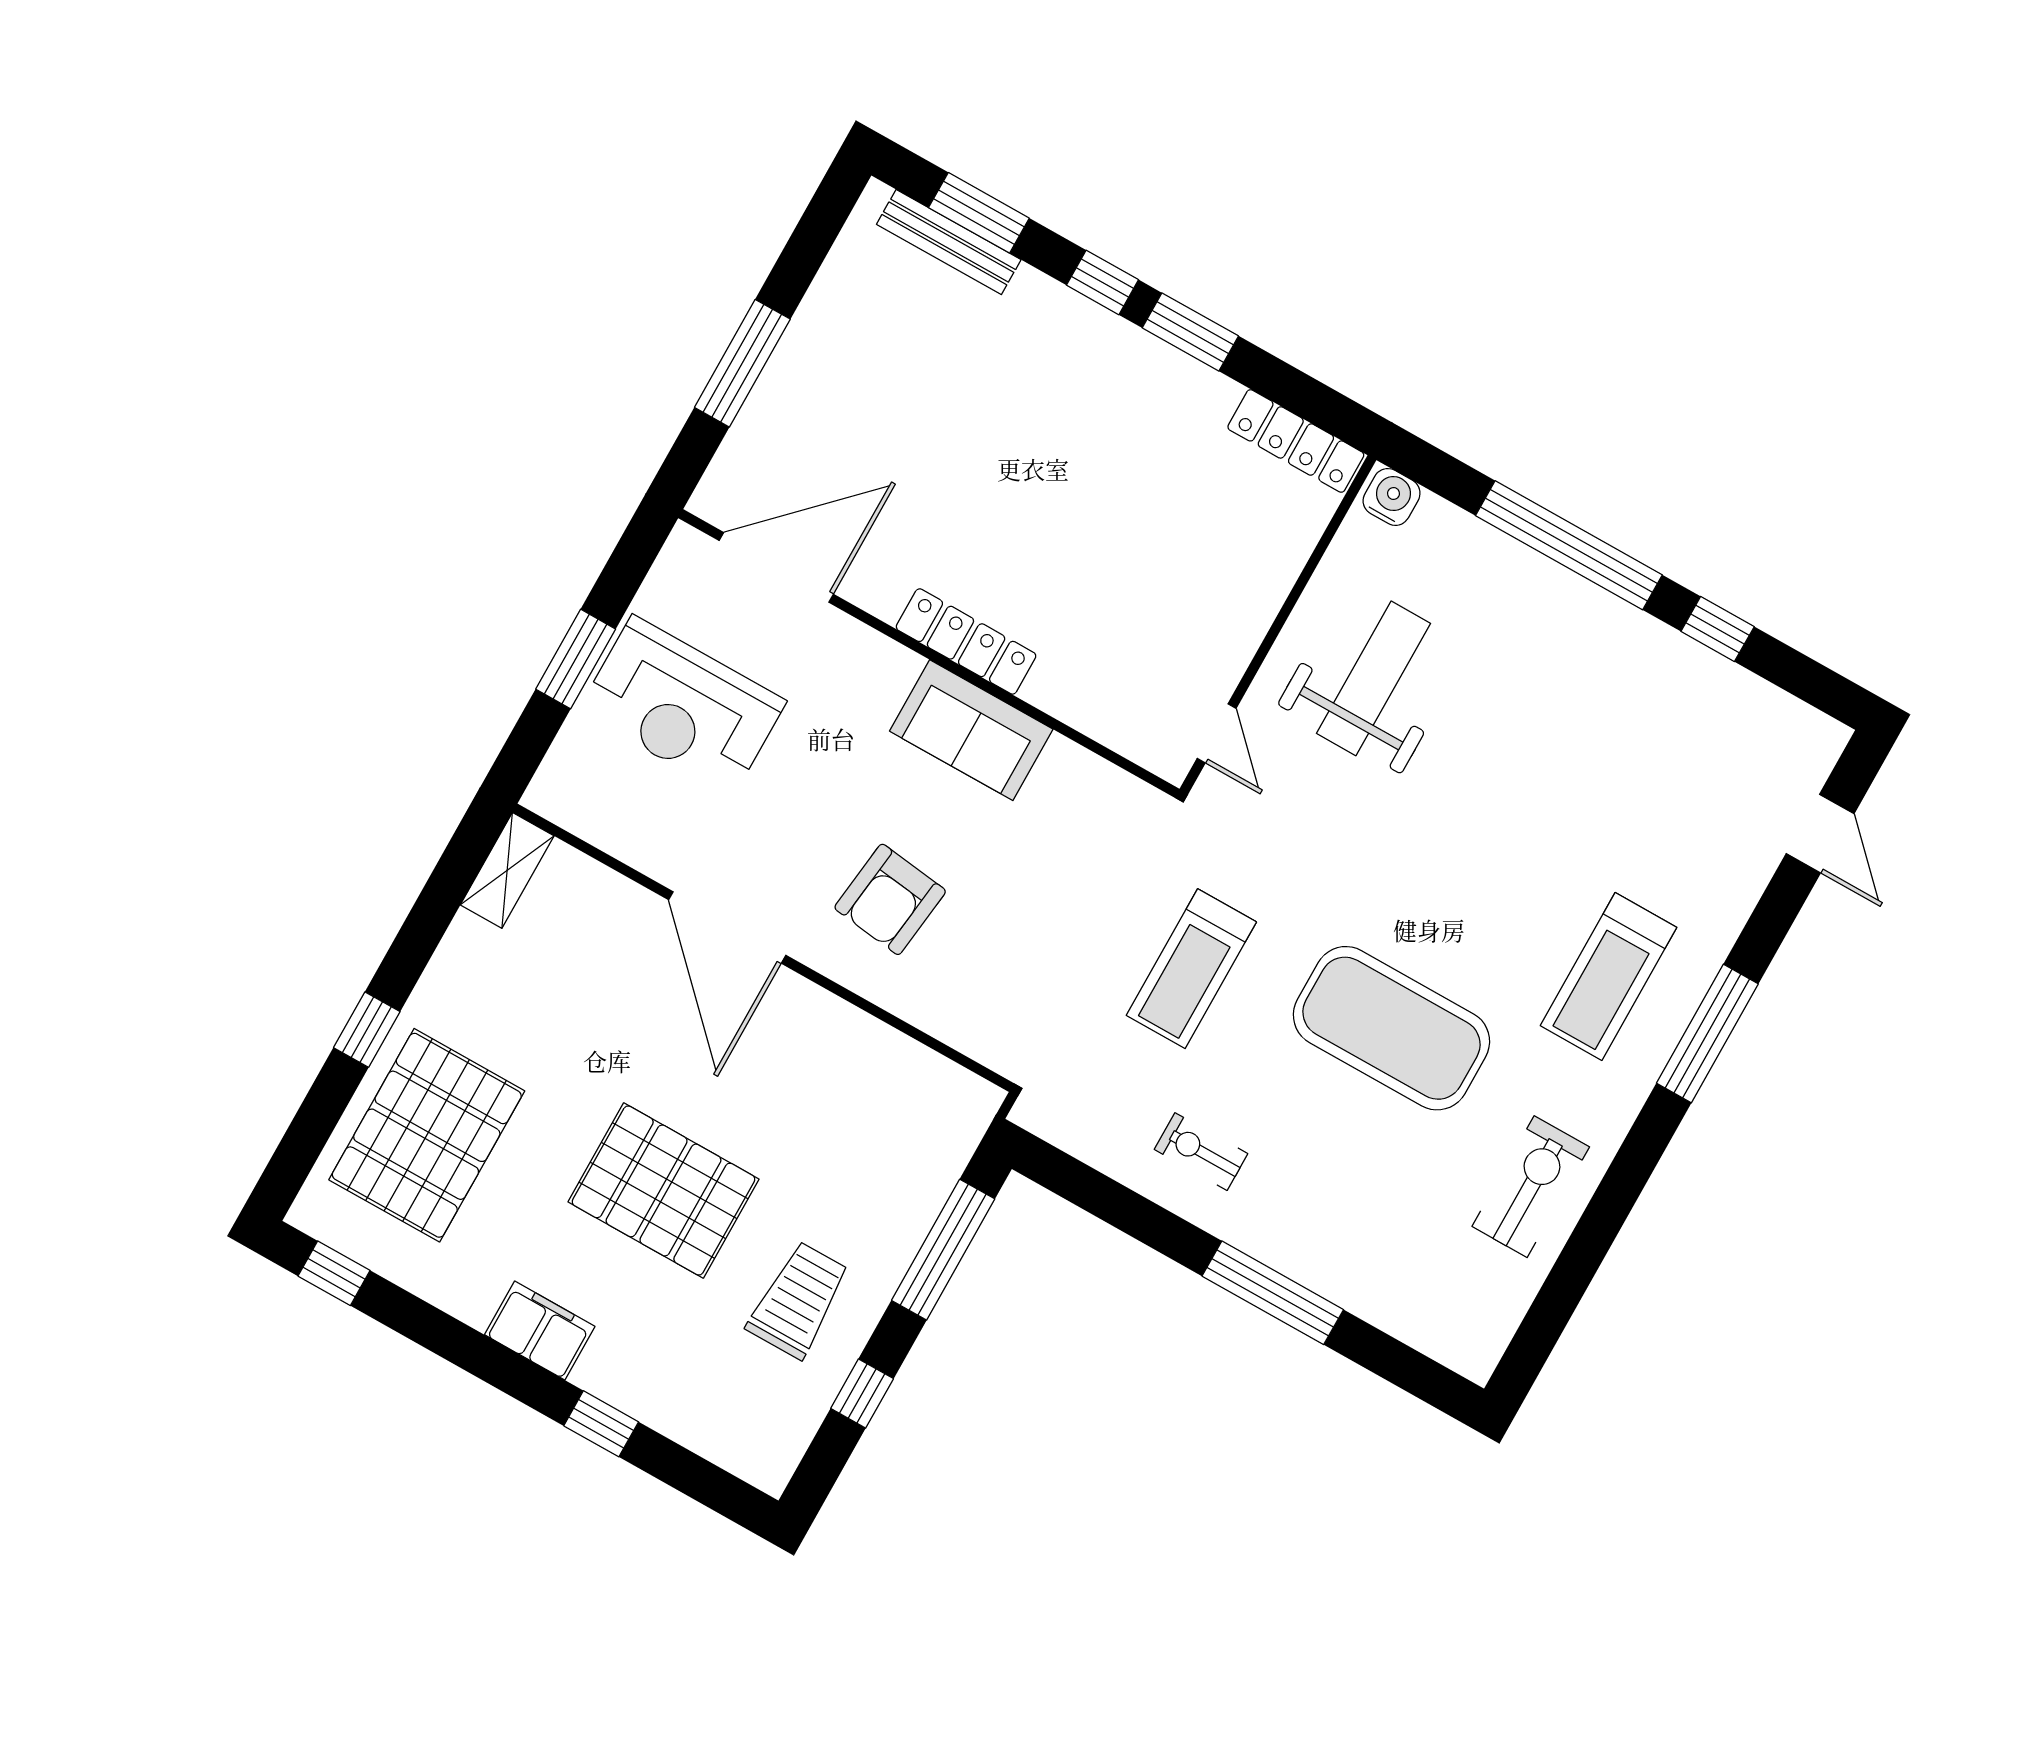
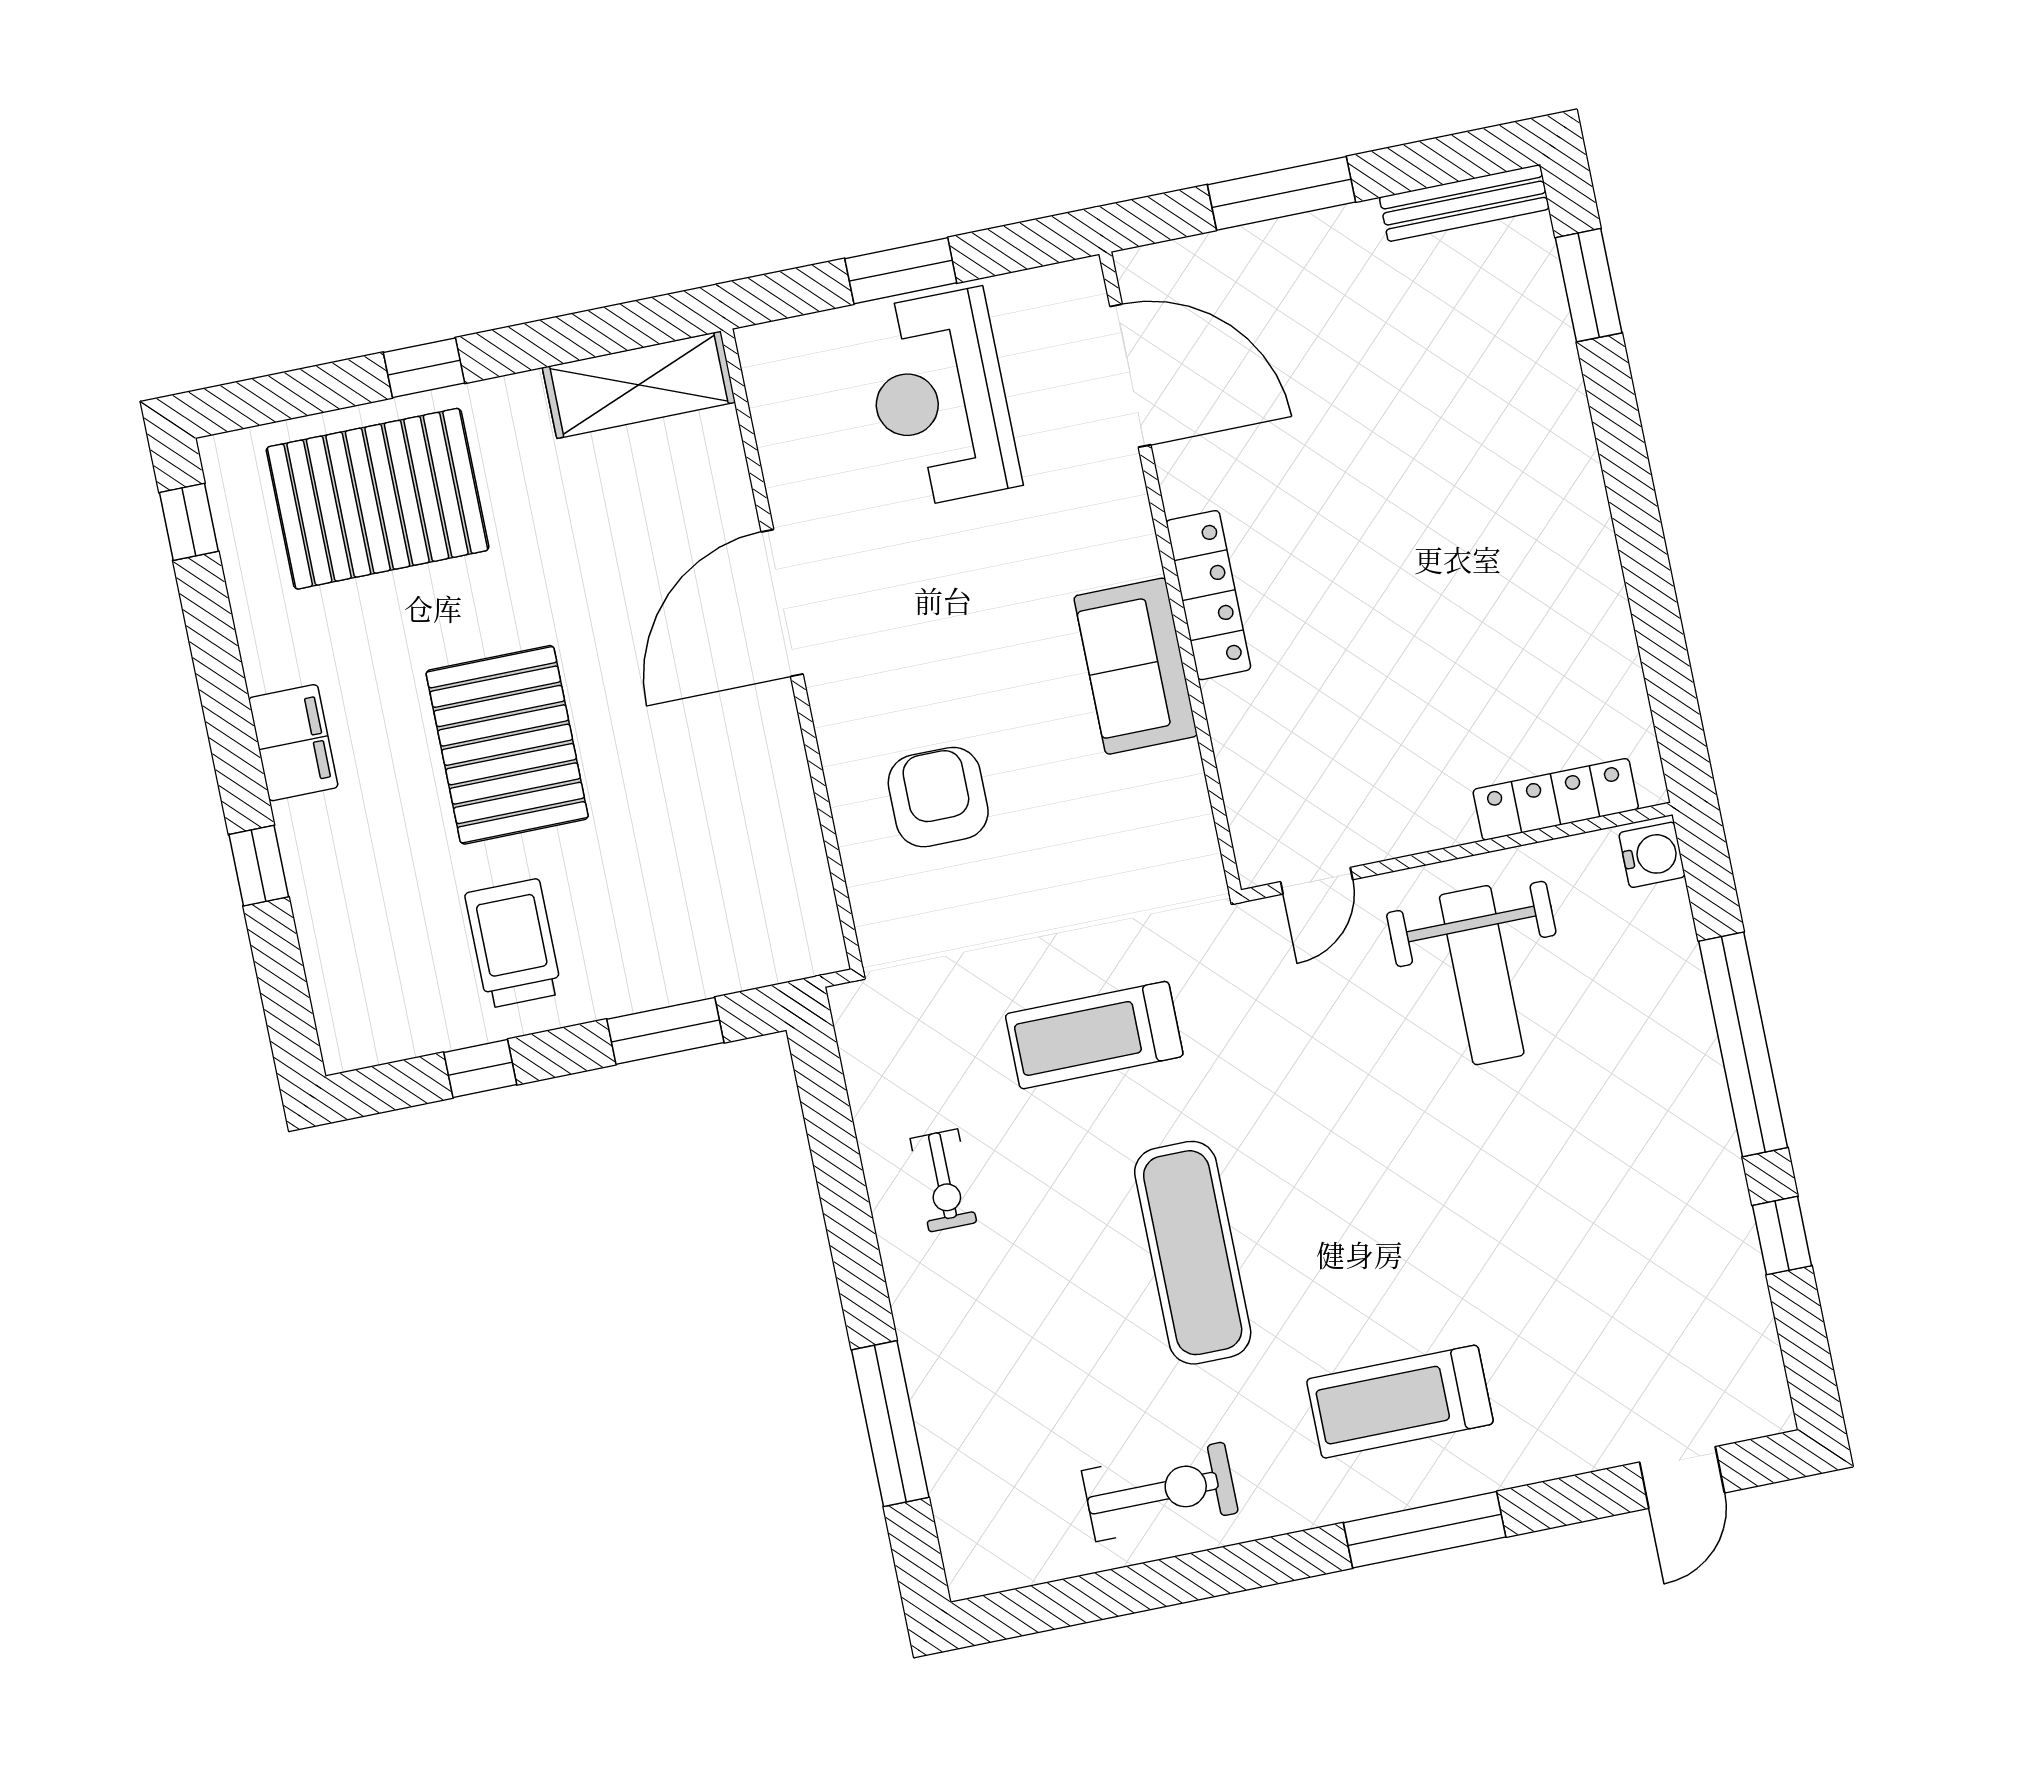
bench: (949, 242) -> (1464, 203), moved, turned 90
window: (1102, 282) -> (1621, 444), removed
window: (1190, 332) -> (1644, 557), removed
locker: (1296, 441) -> (1556, 799), moved, turned 90
weight bench: (1374, 678) -> (1482, 975), turned 90
shelving: (507, 870) -> (639, 385), width x1.50, depth x1.33
armchair: (890, 899) -> (938, 797), moved, turned 83
exercise mat: (1391, 1028) -> (1193, 1253), width x0.68
exercise bike: (1201, 1152) -> (943, 1180), turned 180
window: (943, 1250) -> (665, 1031), width x0.69
window: (1273, 1293) -> (890, 1424), moved
trolley: (798, 1300) -> (513, 943), turned -90

